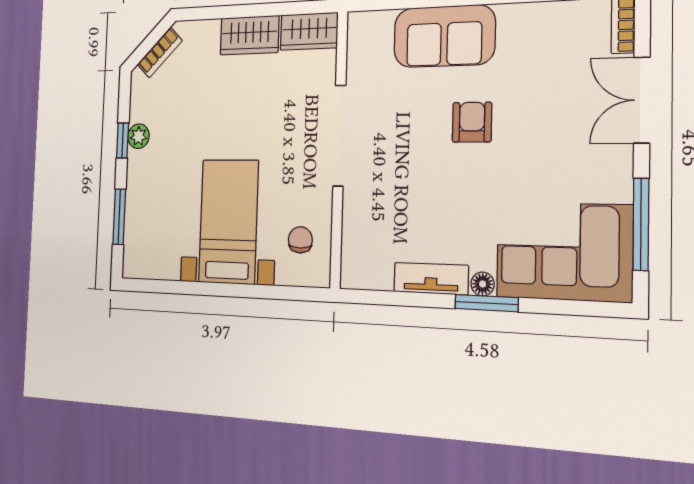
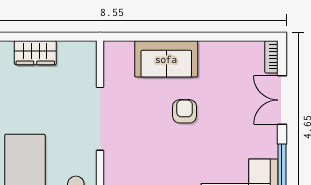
wardrobe: (309, 31) -> (77, 52), removed

